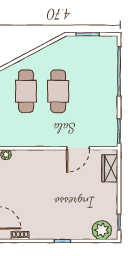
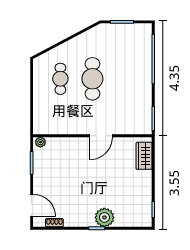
cafe table: (26, 91) -> (60, 79), width x0.73, depth x0.74
door: (78, 148) -> (101, 136), moved
plant: (102, 230) -> (104, 217), moved

